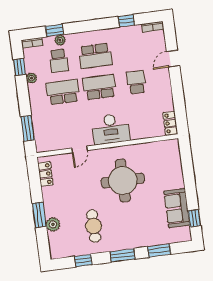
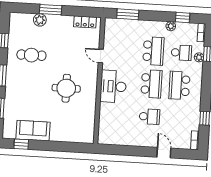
school desk: (59, 61) -> (181, 53), turned 180
locker: (170, 123) -> (108, 139), removed
round table: (123, 181) -> (66, 88), width x0.73, depth x0.73

